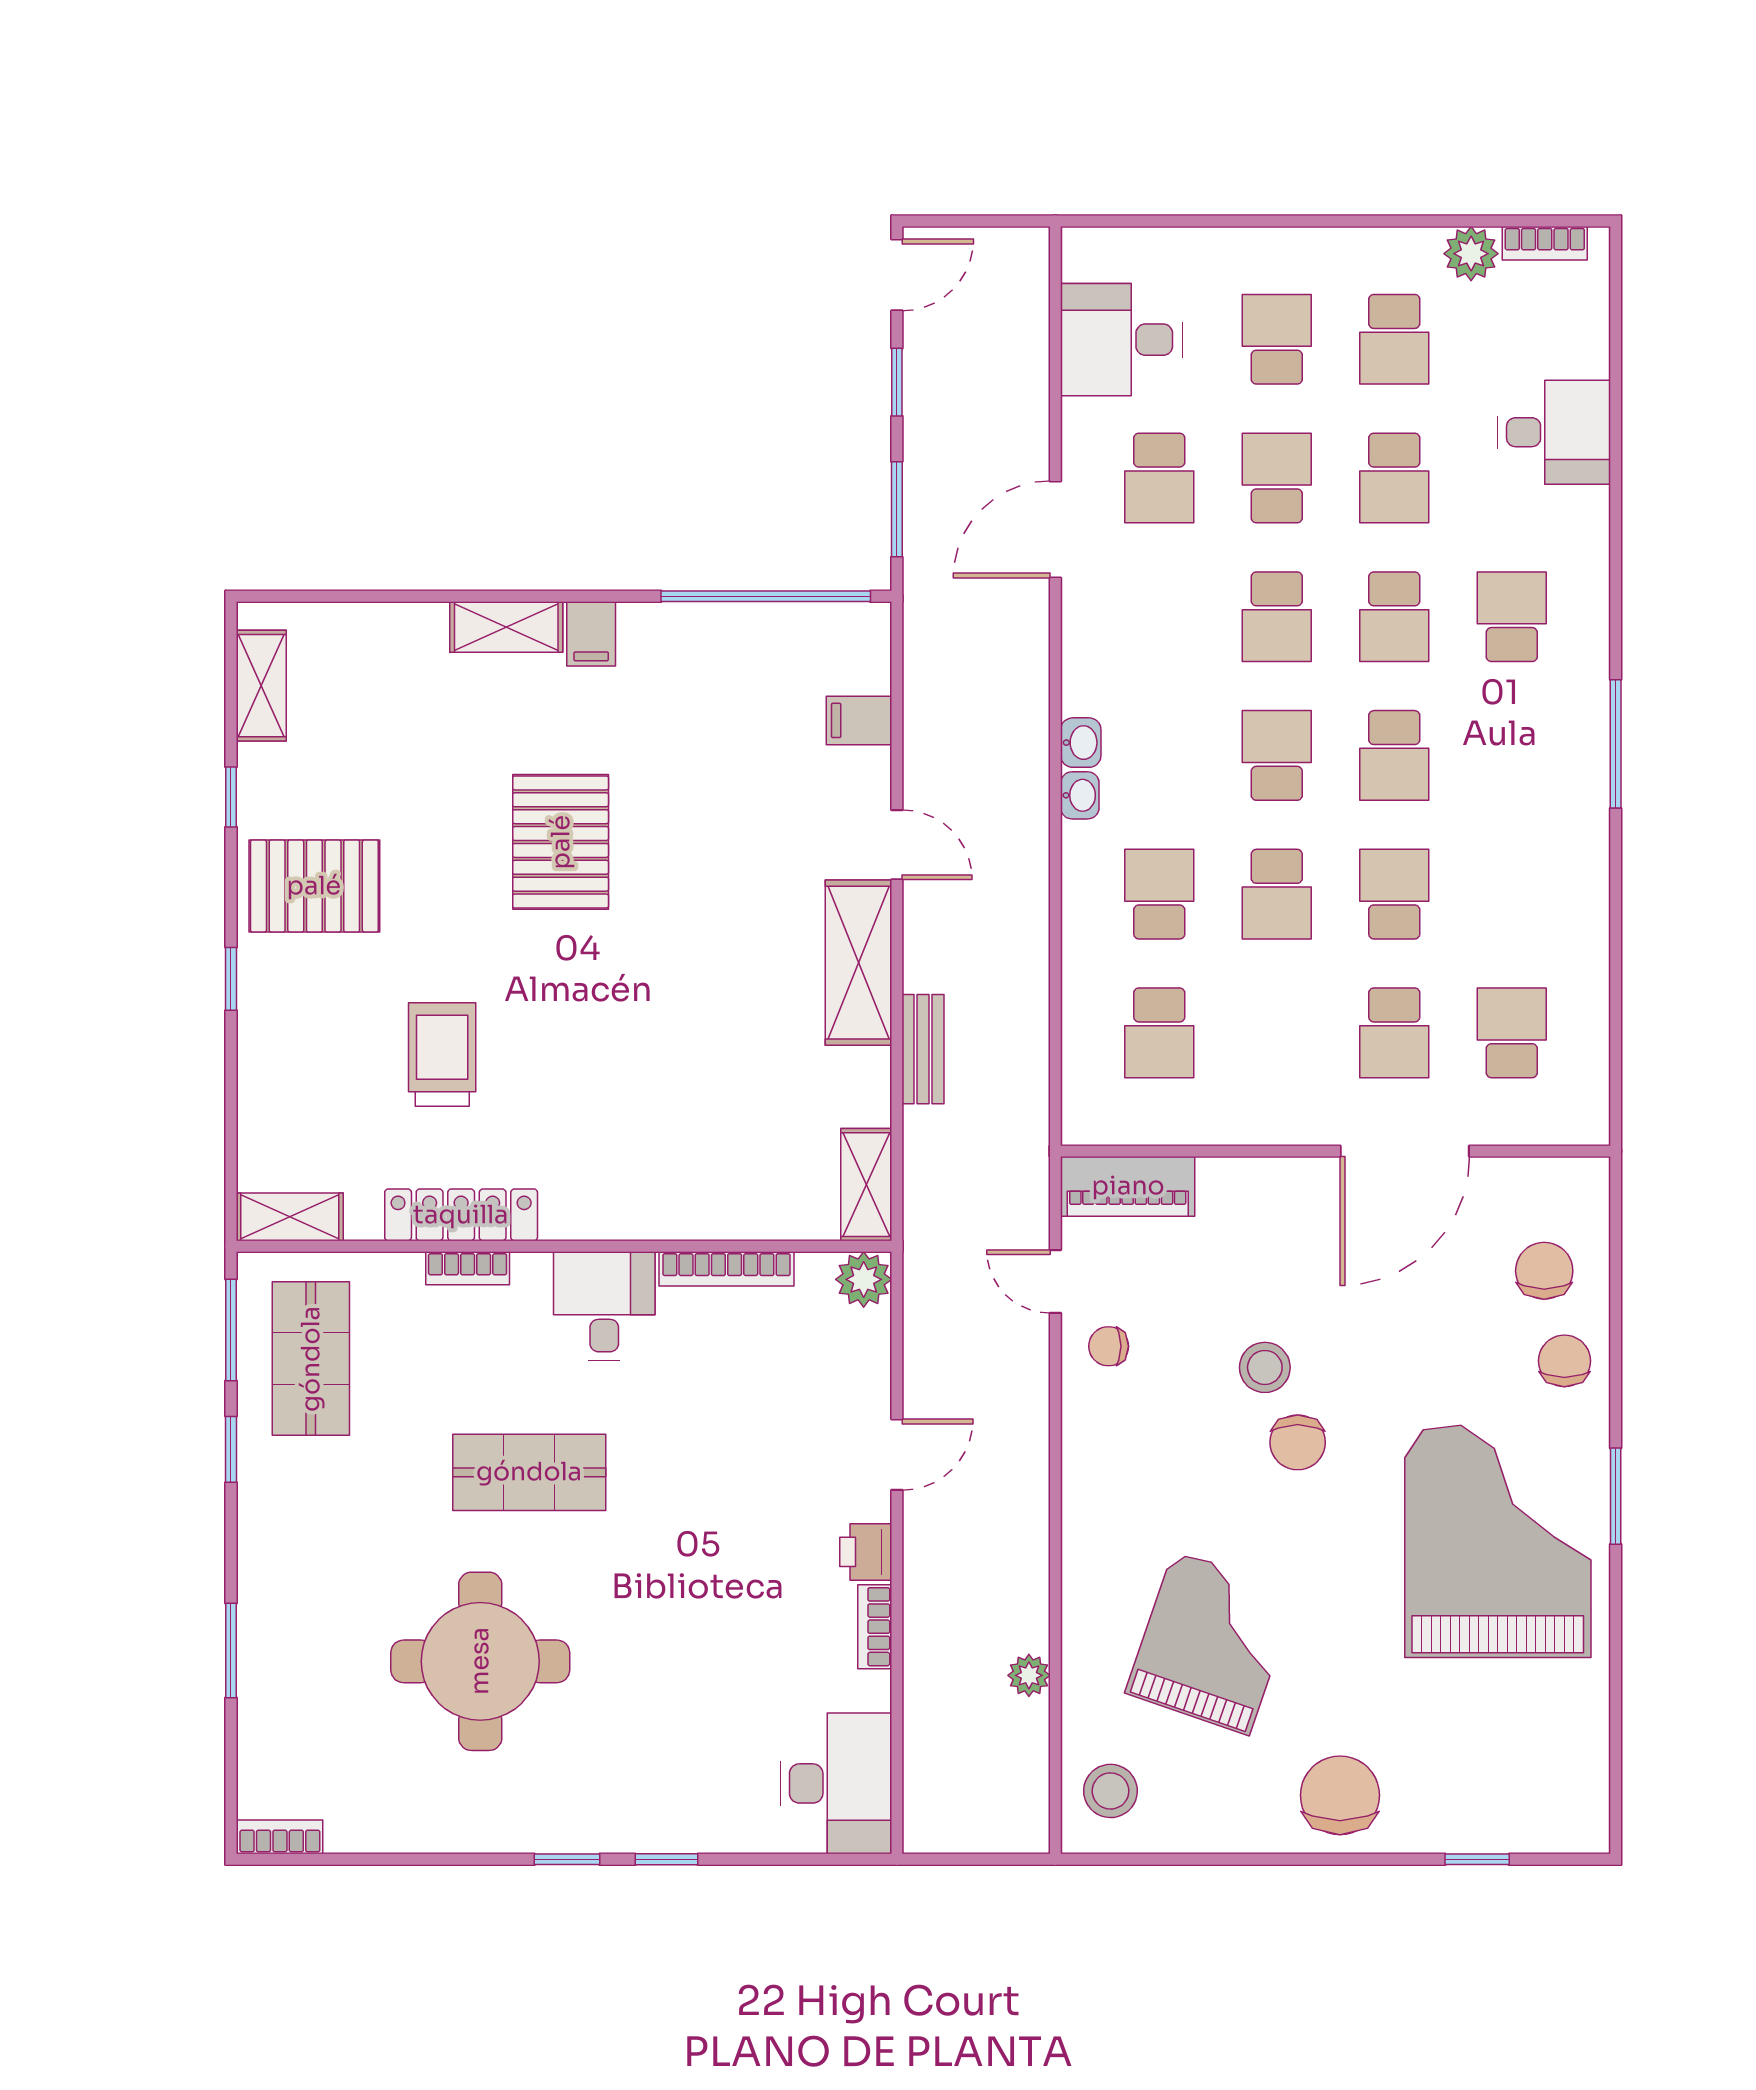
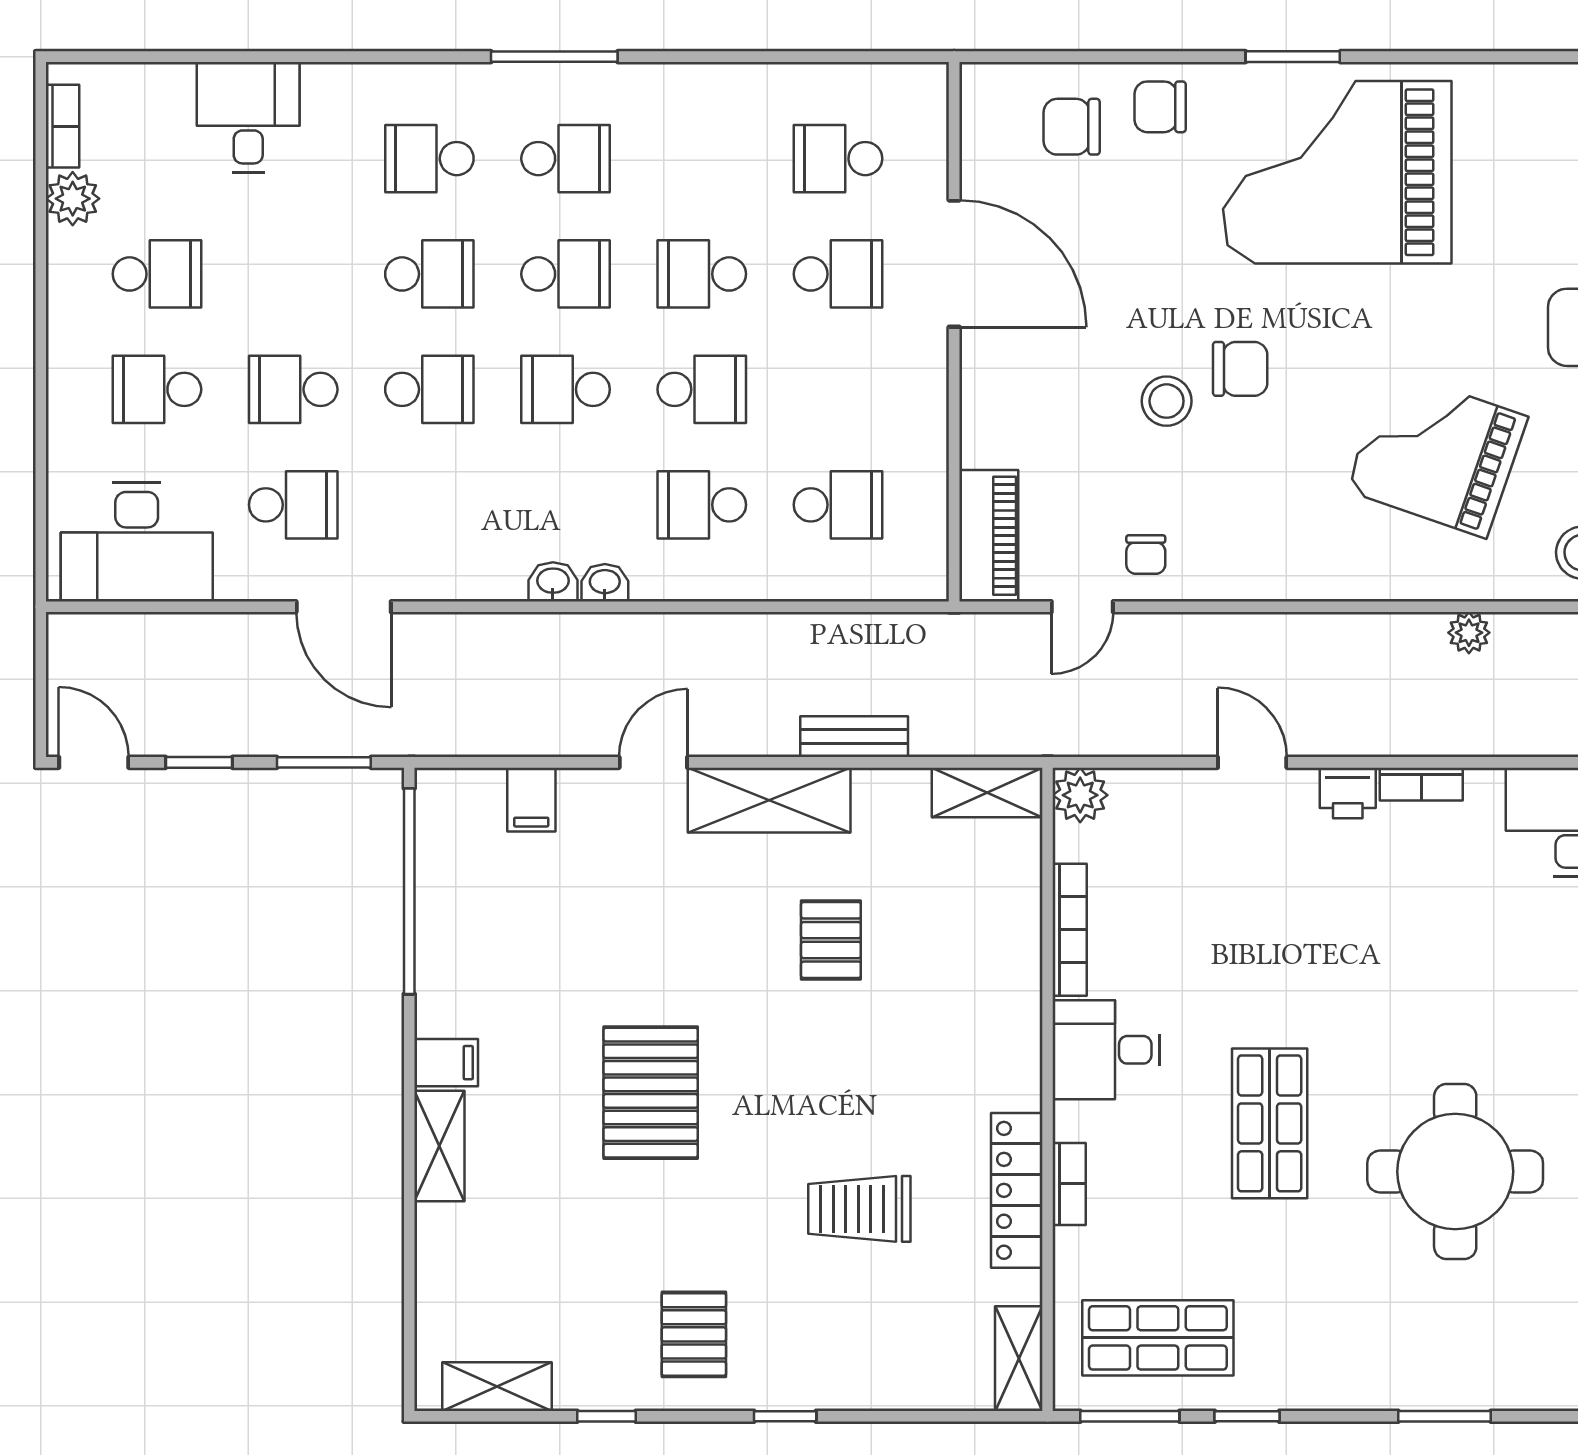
desk: (1121, 340) -> (137, 542), width x1.37
school desk: (1394, 478) -> (566, 159), moved
pallet: (561, 842) -> (651, 1093), turned 90
pallet: (314, 886) -> (694, 1334), width x0.67, depth x0.71
pallet: (716, 1026) -> (831, 940), added

